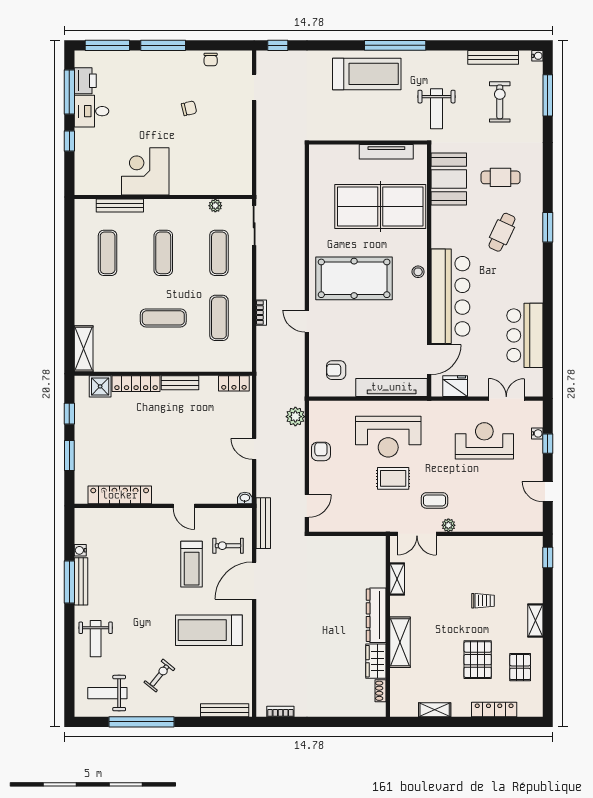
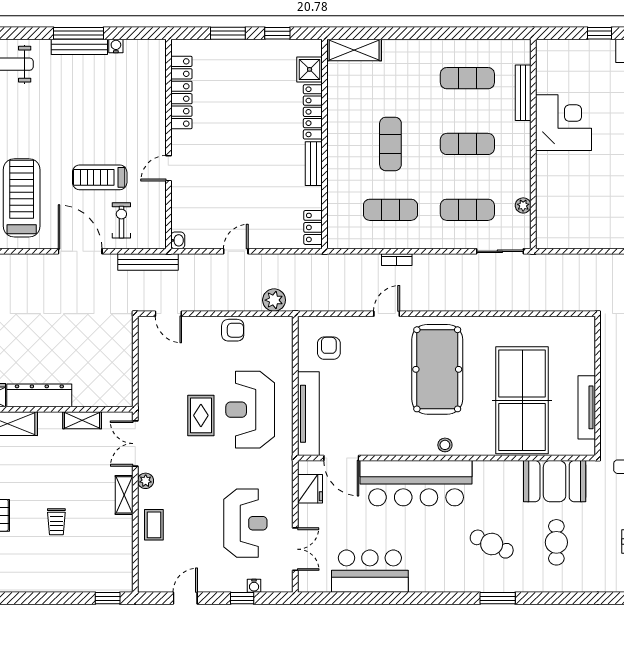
coffee table: (435, 500) -> (154, 525), moved
shelving: (535, 620) -> (124, 495), moved, turned 90

